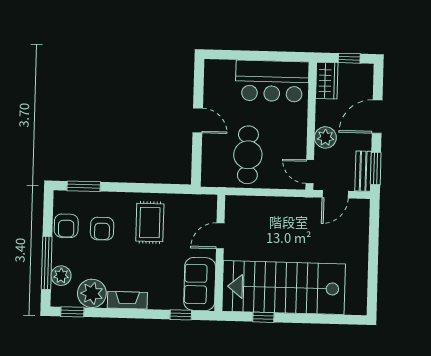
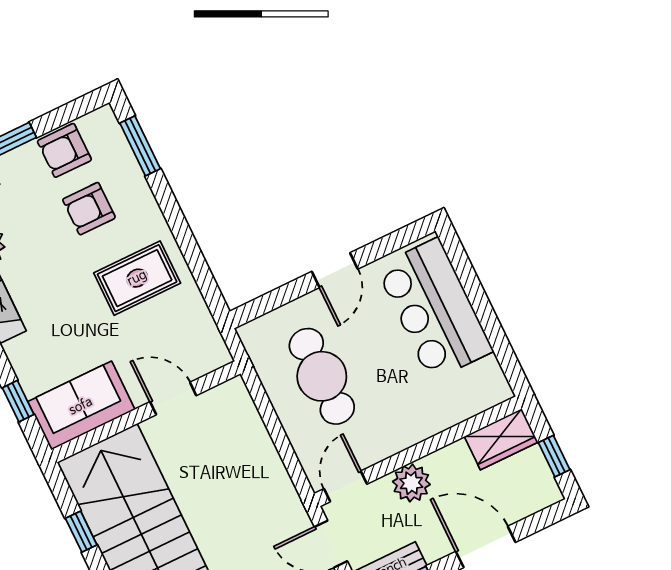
bar counter: (272, 81) -> (434, 309), moved
cafe table: (248, 155) -> (322, 376), turned 90

